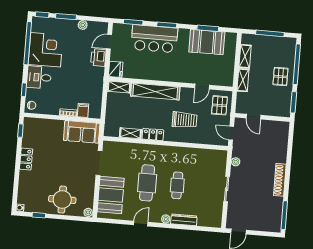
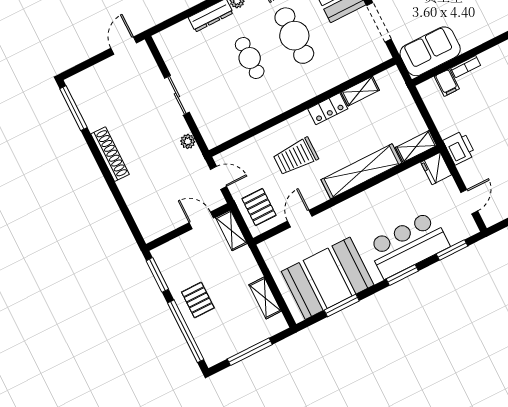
booth: (207, 42) -> (328, 278), width x1.36, depth x1.42
printer: (98, 58) -> (459, 148), moved
shelving: (243, 80) -> (231, 230), moved

